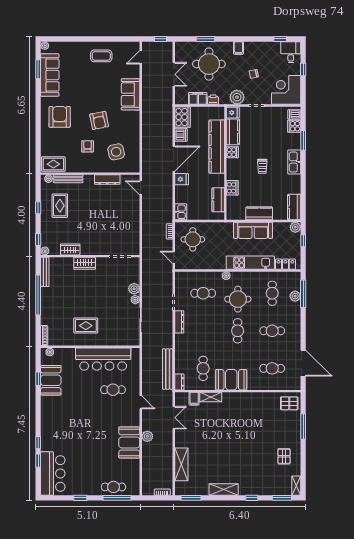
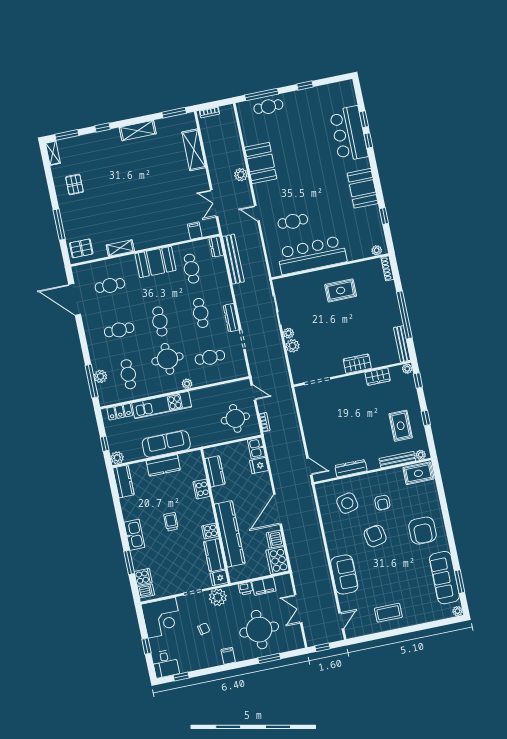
fridge: (182, 179) -> (259, 466), moved
cafe table: (203, 331) -> (201, 313), added
booth: (51, 380) -> (363, 188), moved
shelving: (211, 397) -> (120, 248), moved
bar counter: (53, 473) -> (349, 134), moved

